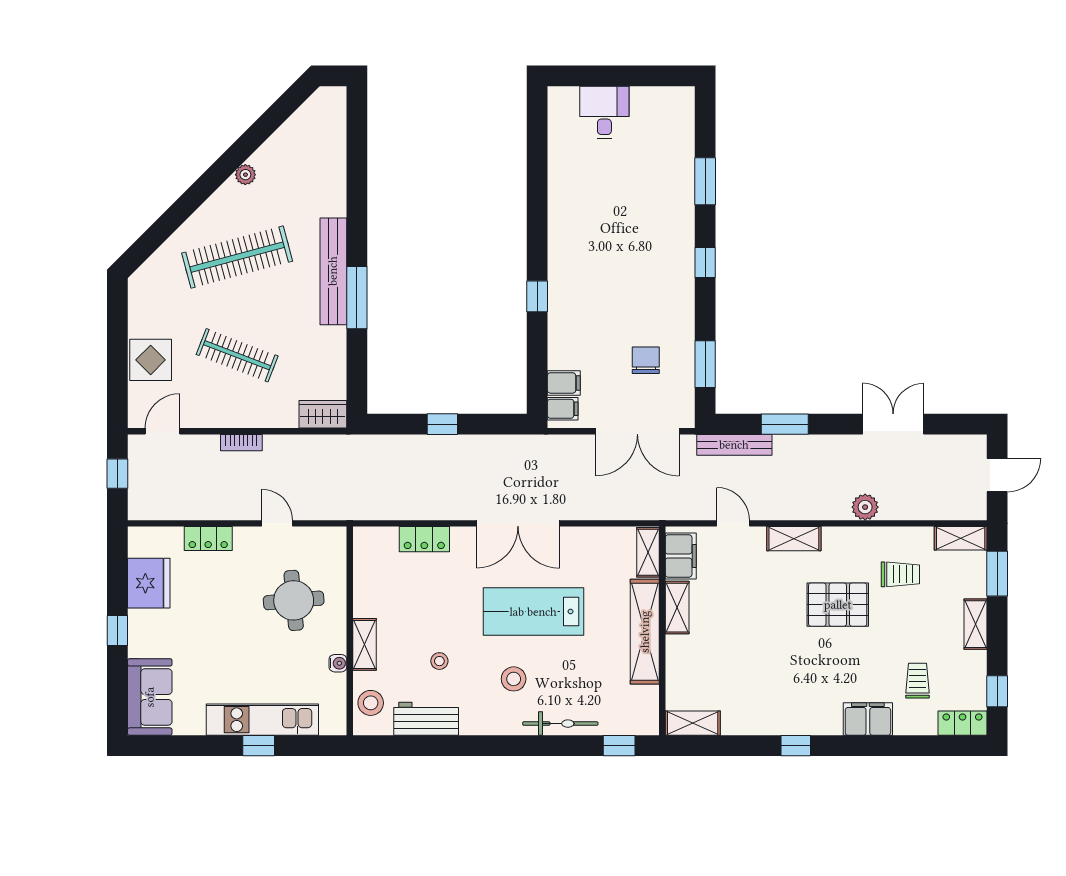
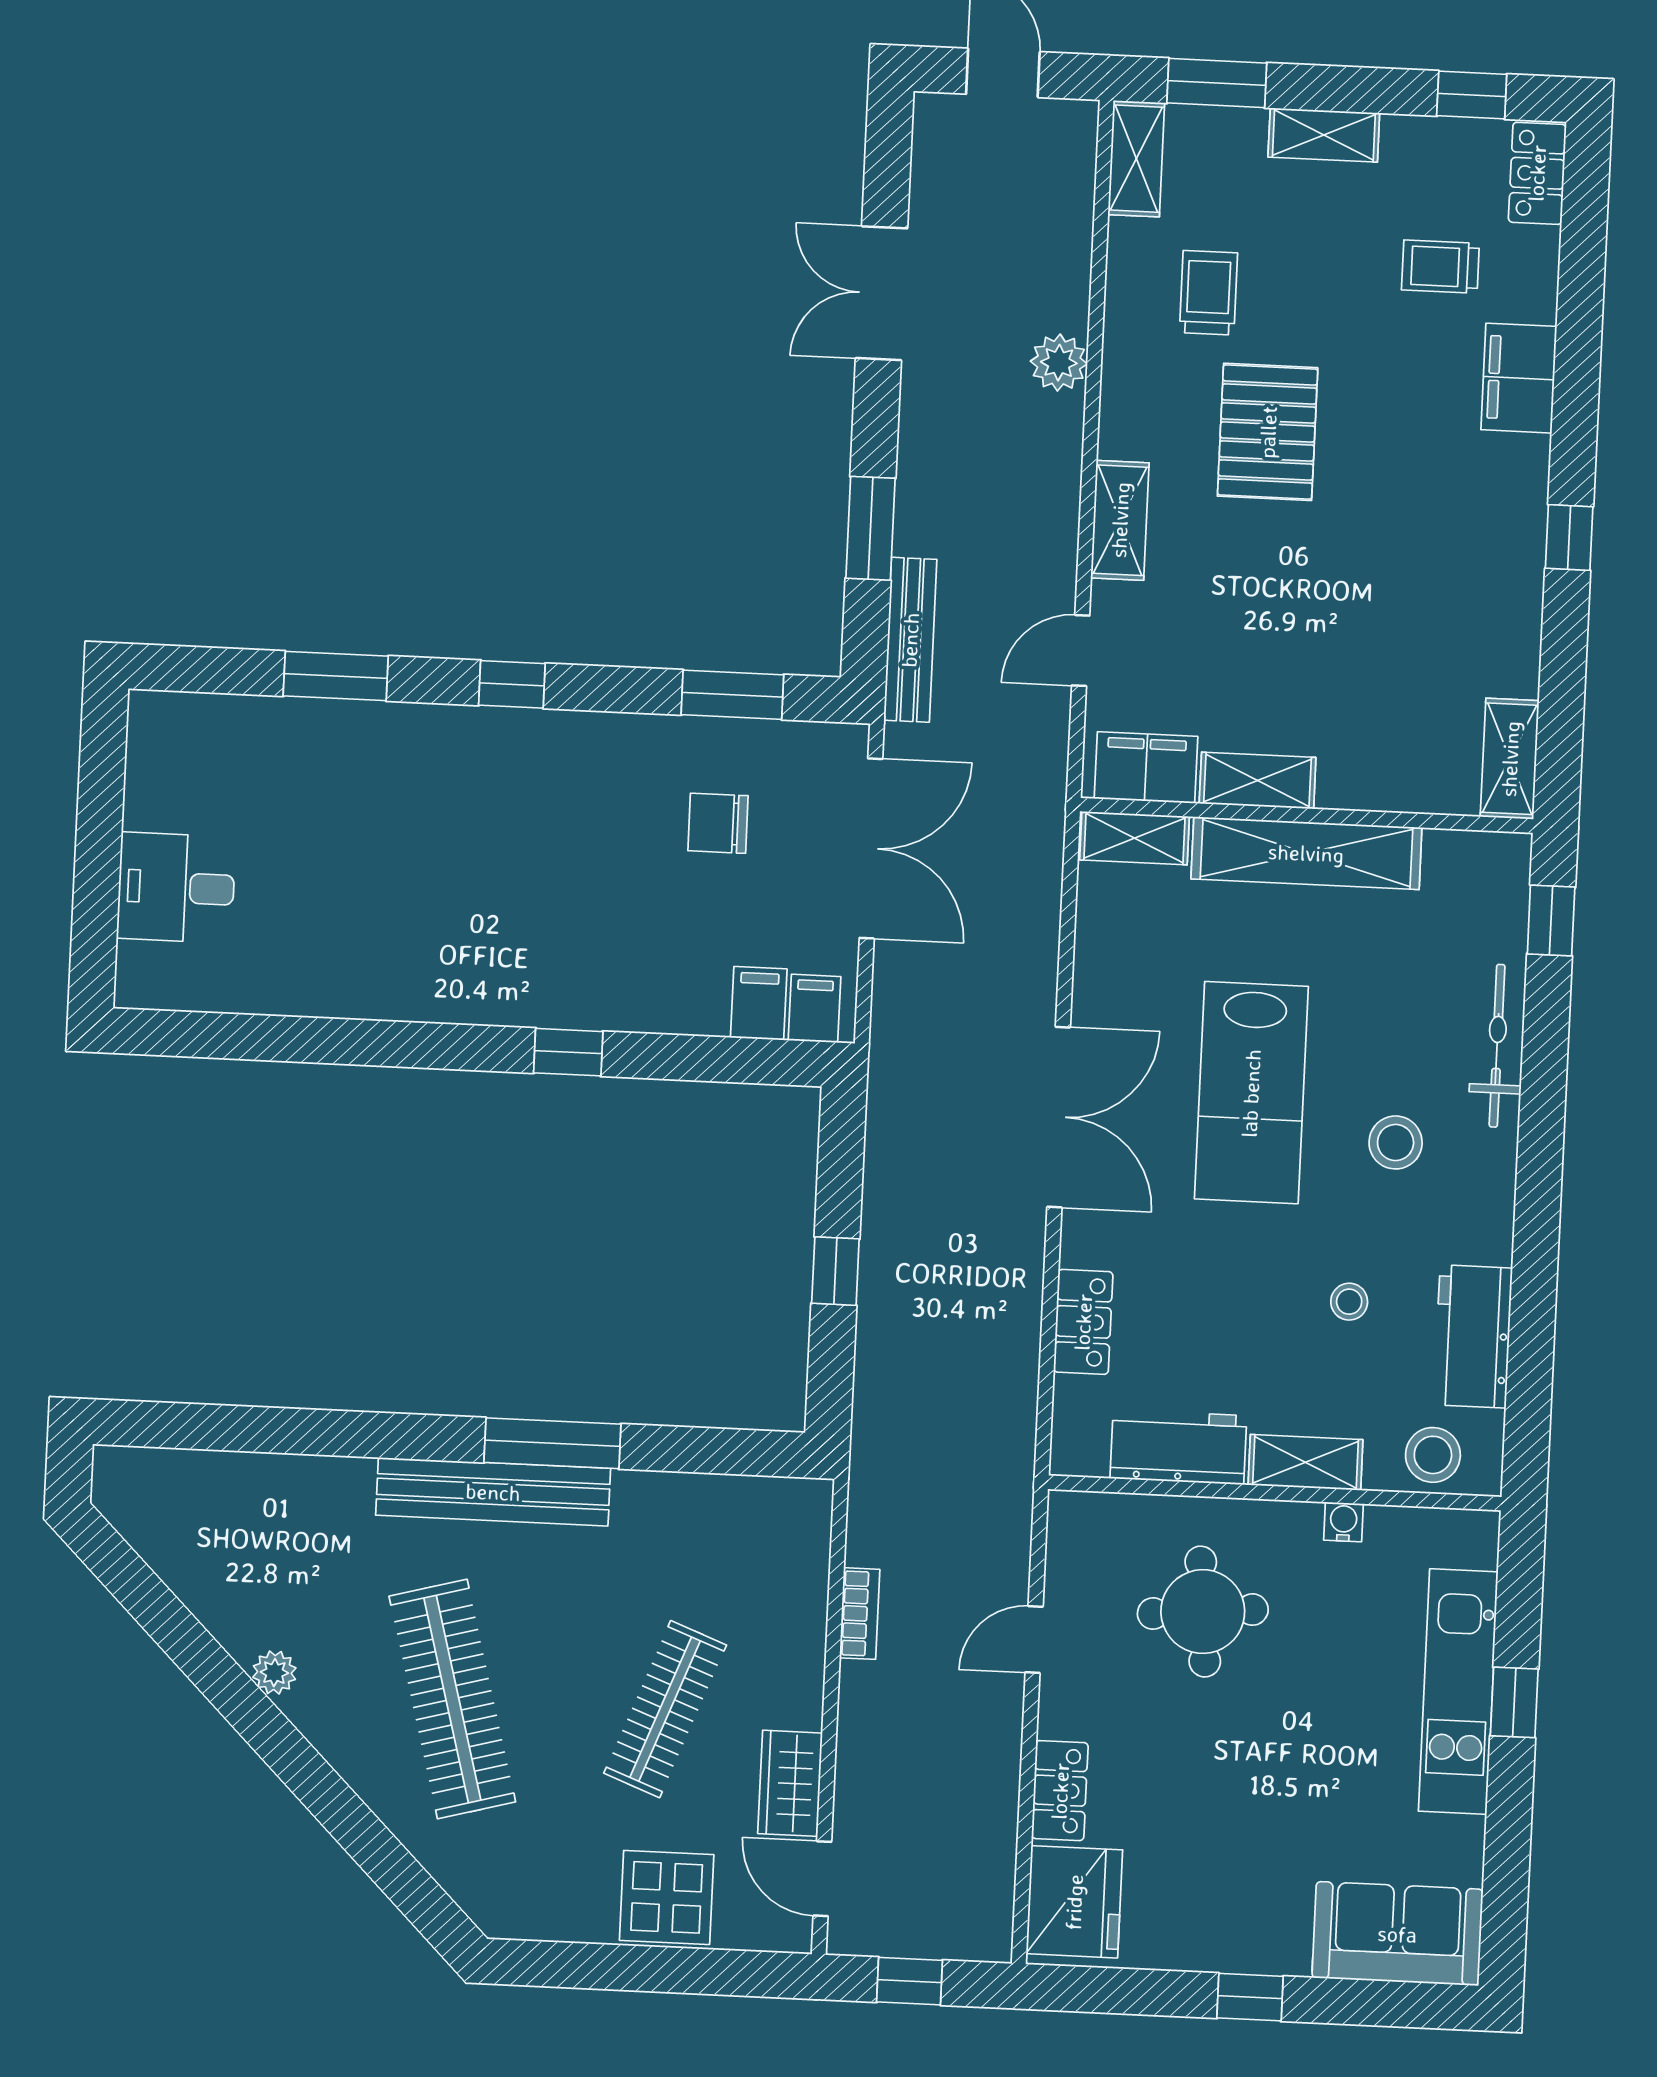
wardrobe: (323, 414) -> (790, 1783), moved
bookcase: (241, 443) -> (860, 1614), moved
fridge: (149, 583) -> (1074, 1902), moved, turned 90
workbench: (369, 586) -> (1178, 1447), added

